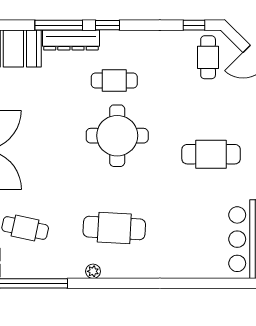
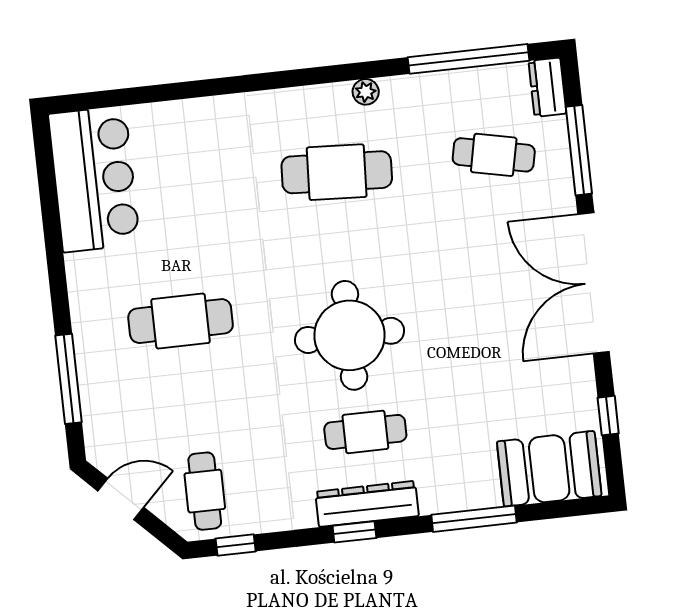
window: (108, 25) -> (354, 532), moved
dresser: (71, 40) -> (367, 504), moved

